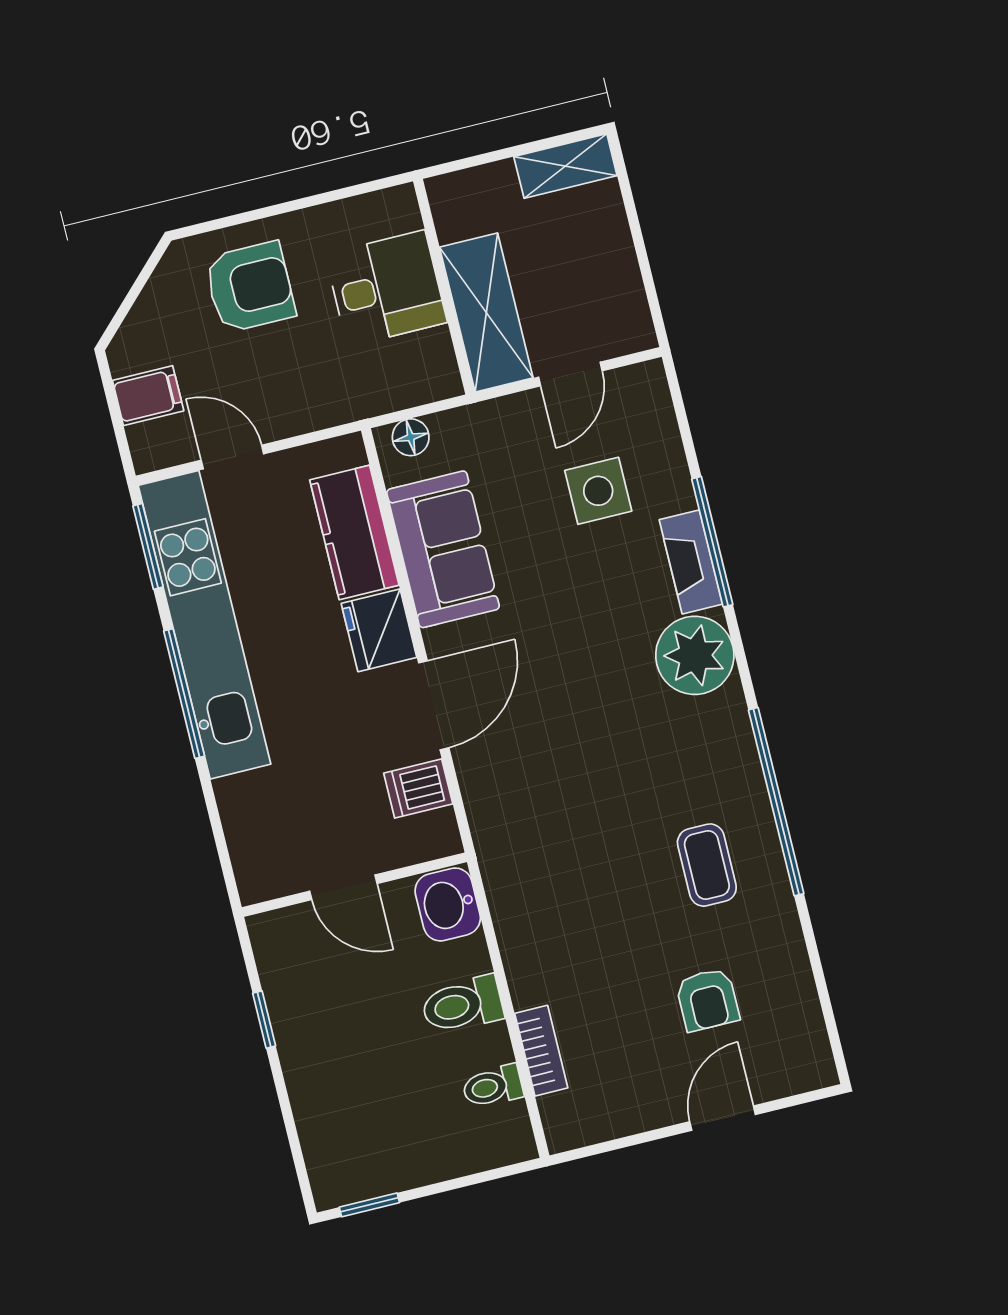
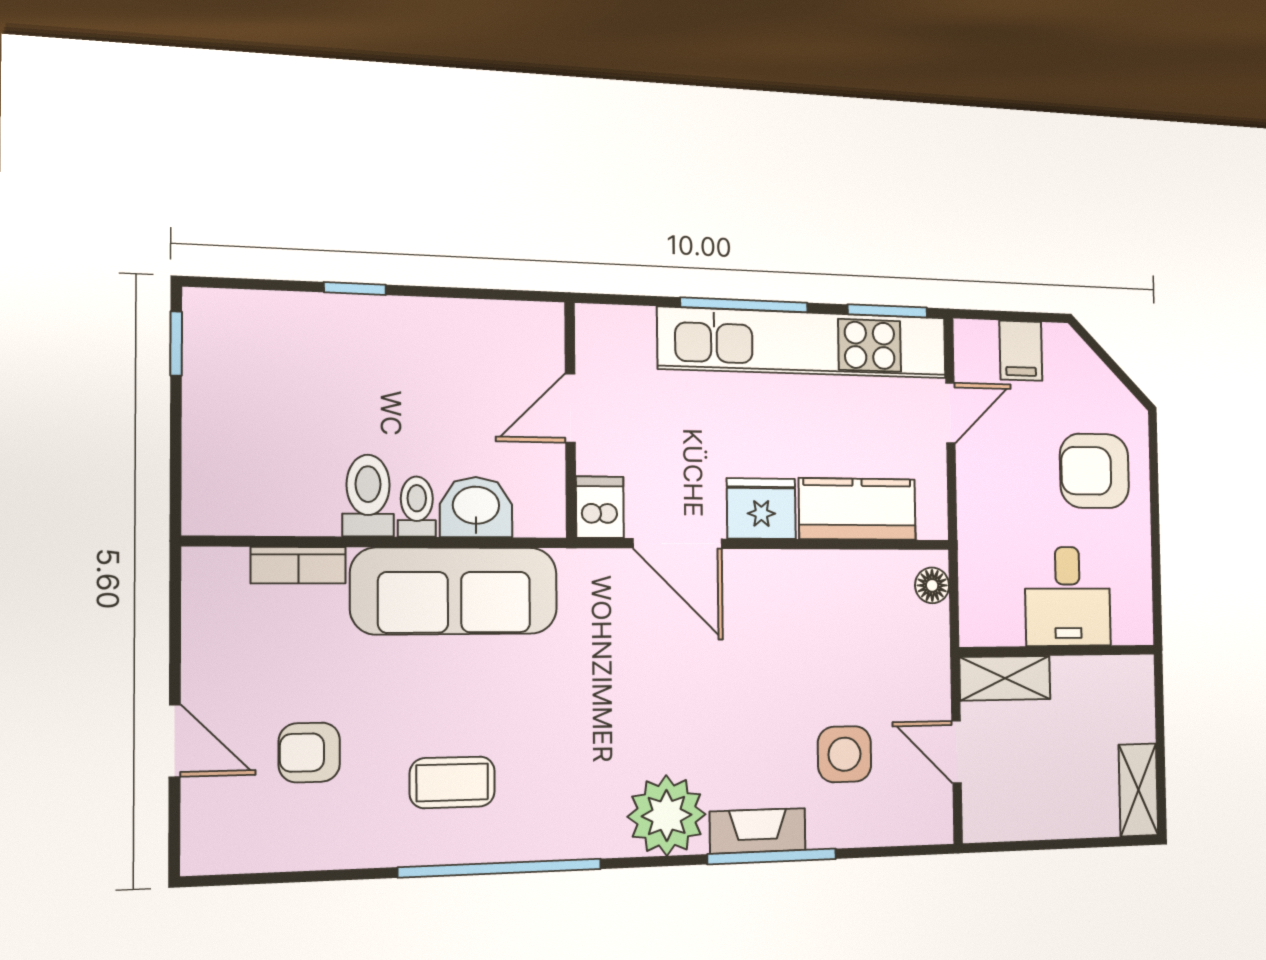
armchair: (250, 287) -> (1094, 471), turned 90
shelving: (486, 313) -> (1005, 678), width x0.67, depth x0.75
sofa: (443, 549) -> (455, 591), moved, width x1.36
wall: (354, 885) -> (570, 420), moved
door: (343, 887) -> (570, 408), moved
window: (264, 1020) -> (355, 289), moved
toilet: (493, 1086) -> (417, 507), moved

